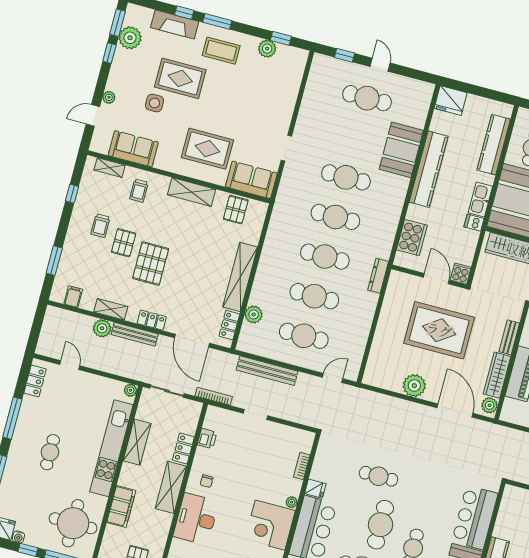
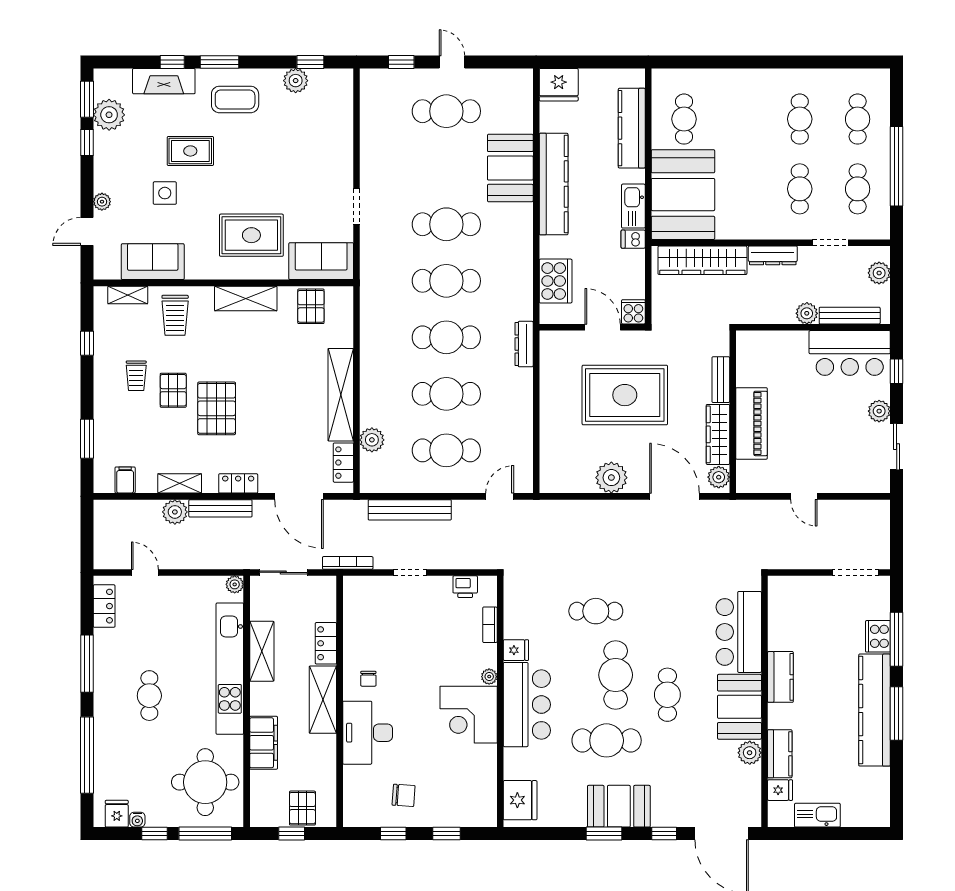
rug: (180, 78) -> (190, 151), width x0.73, depth x0.70
trolley: (139, 191) -> (175, 315), width x1.36, depth x1.39
printer: (207, 438) -> (465, 587), moved, turned 90

